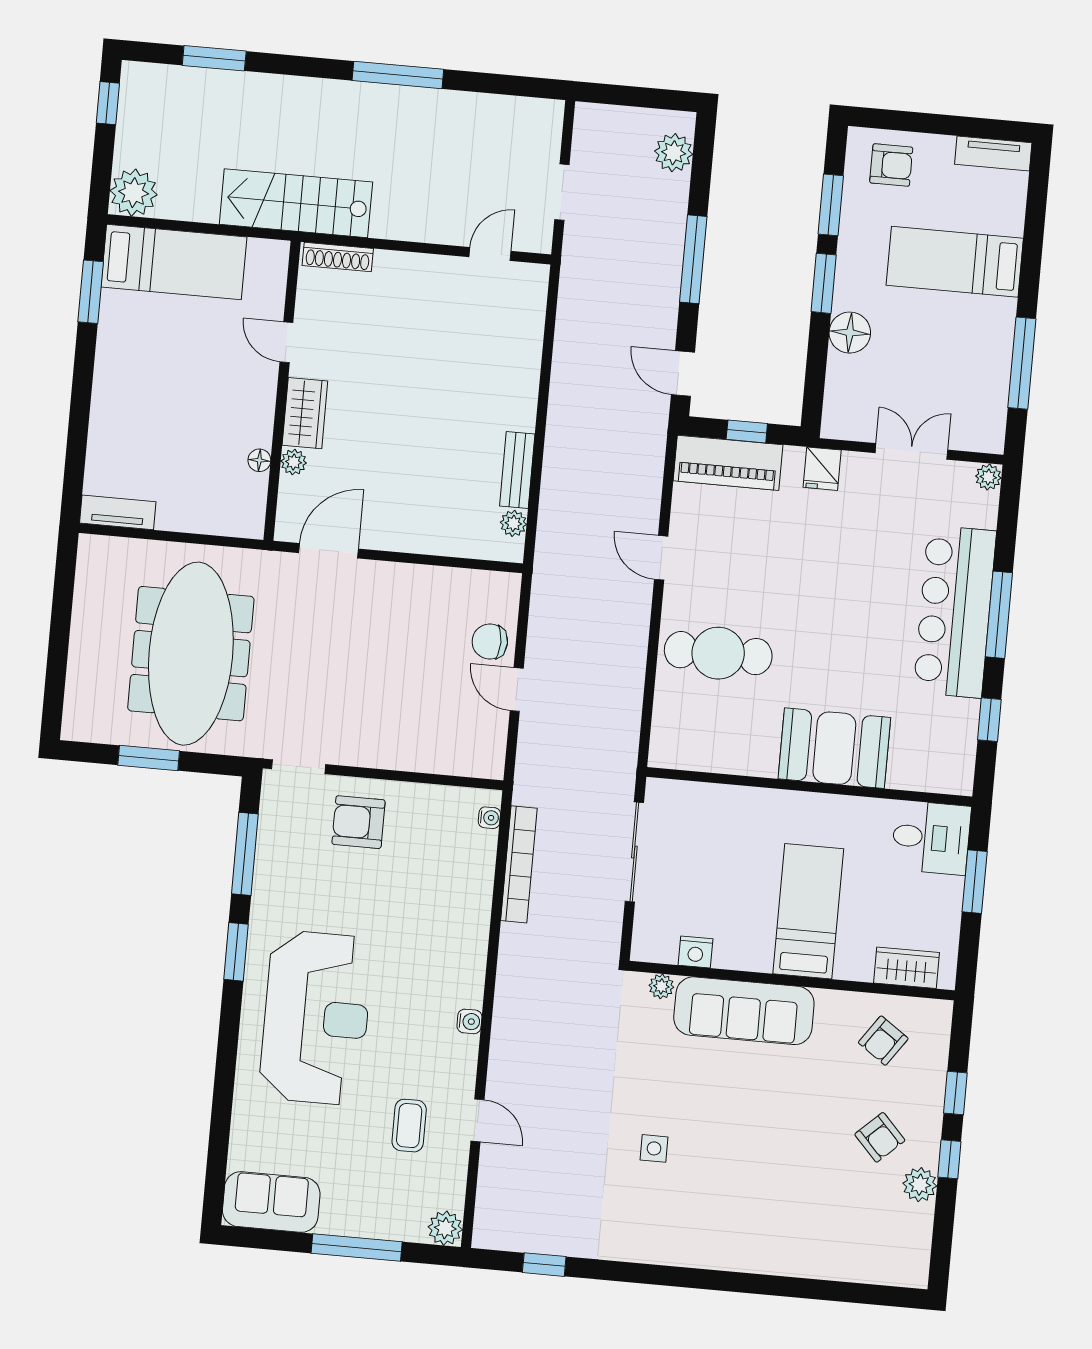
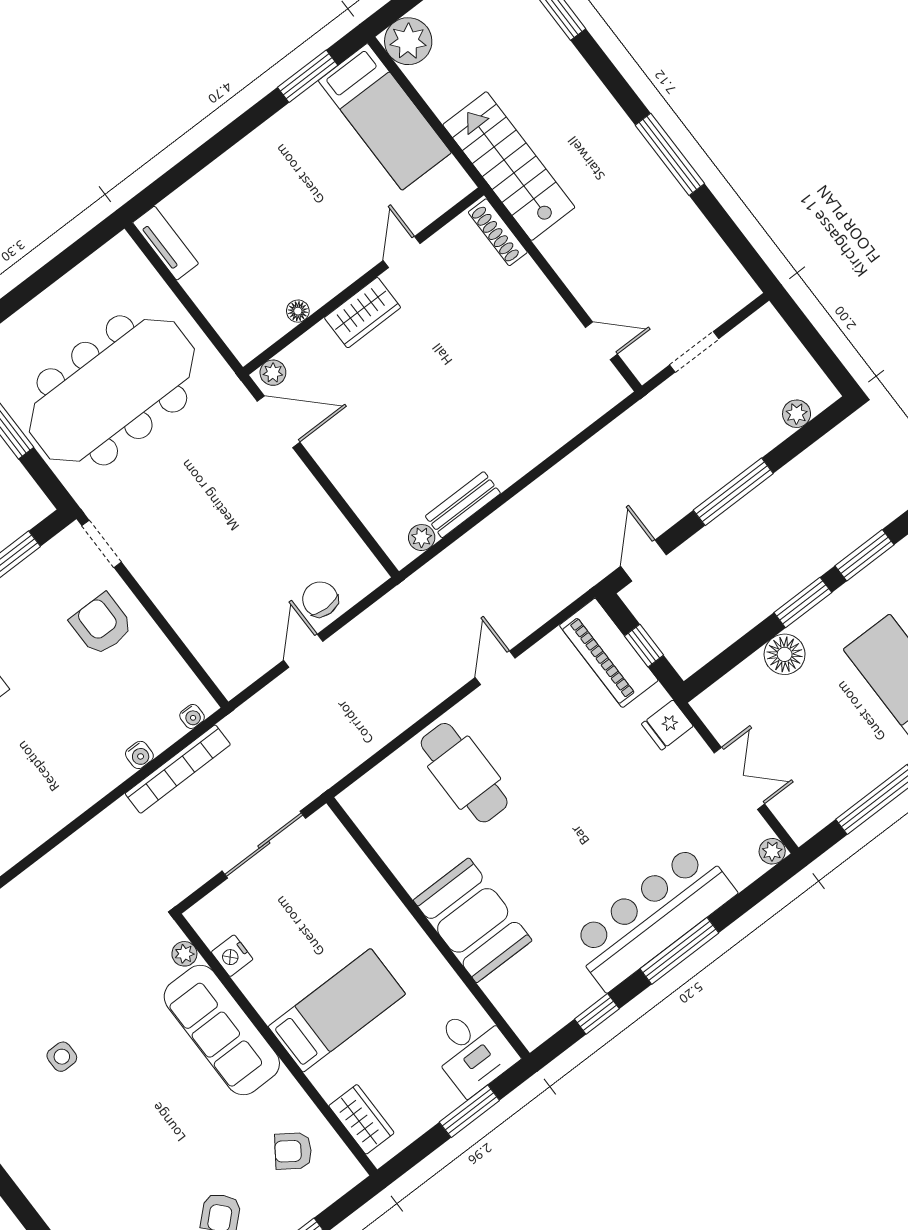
plant: (674, 153) -> (797, 414), width x0.73, depth x0.73
plant: (294, 462) -> (273, 373), moved
water cooler: (469, 1021) -> (139, 755), moved

